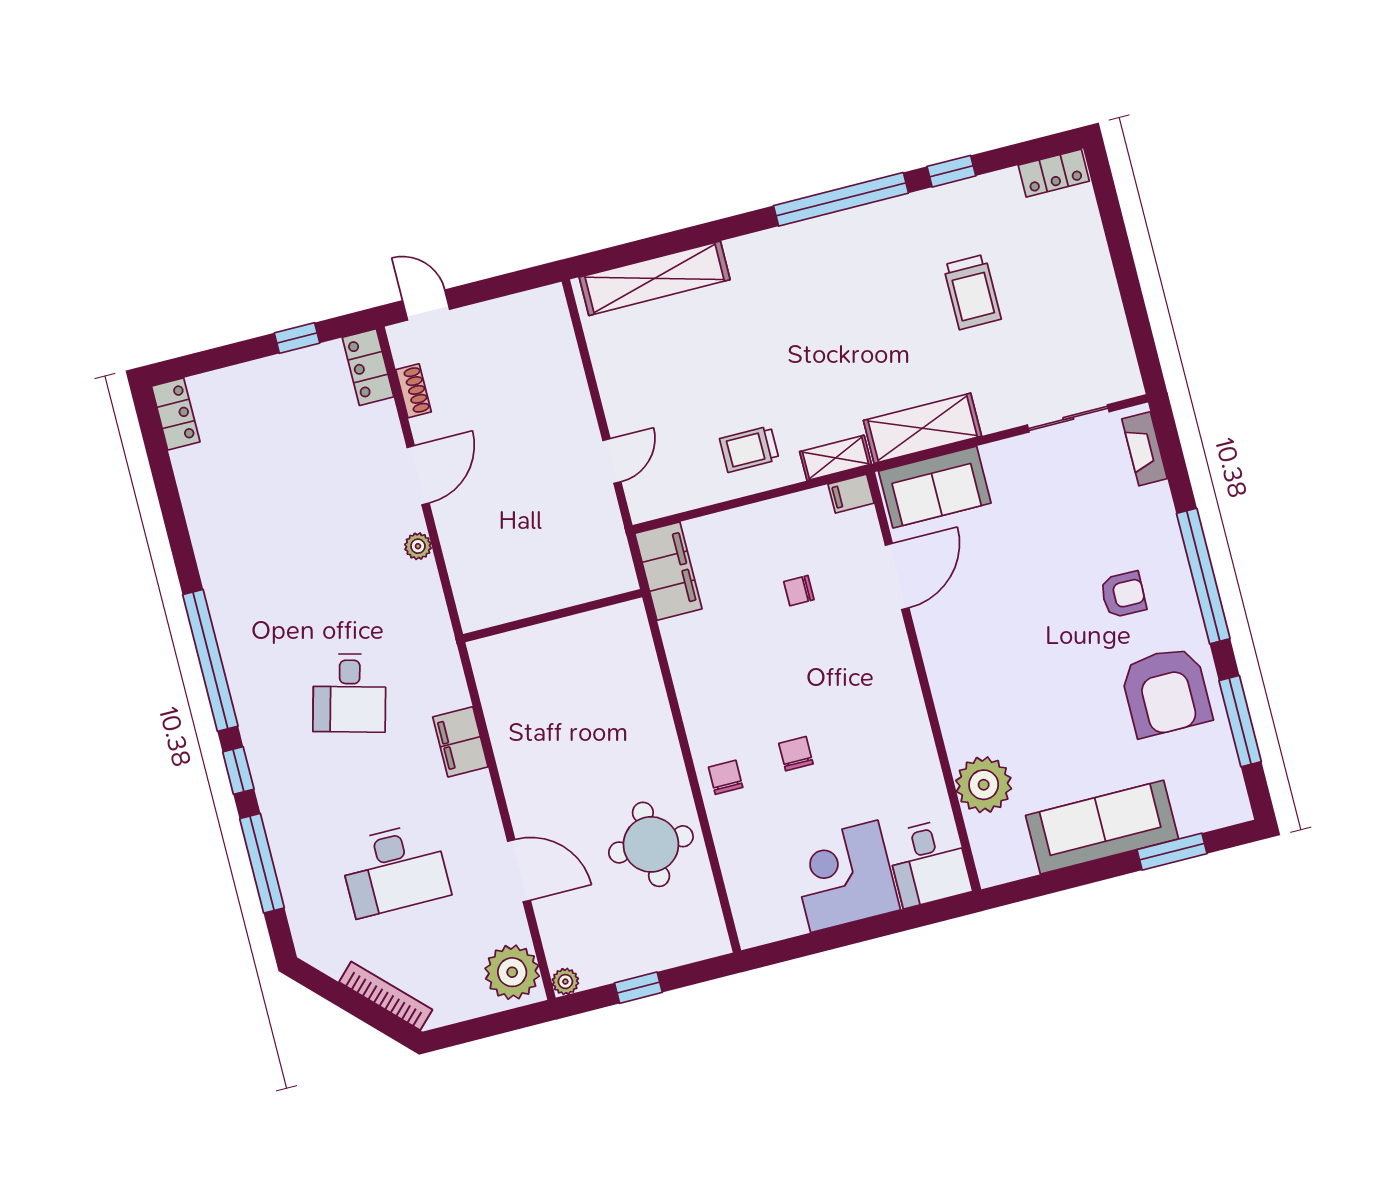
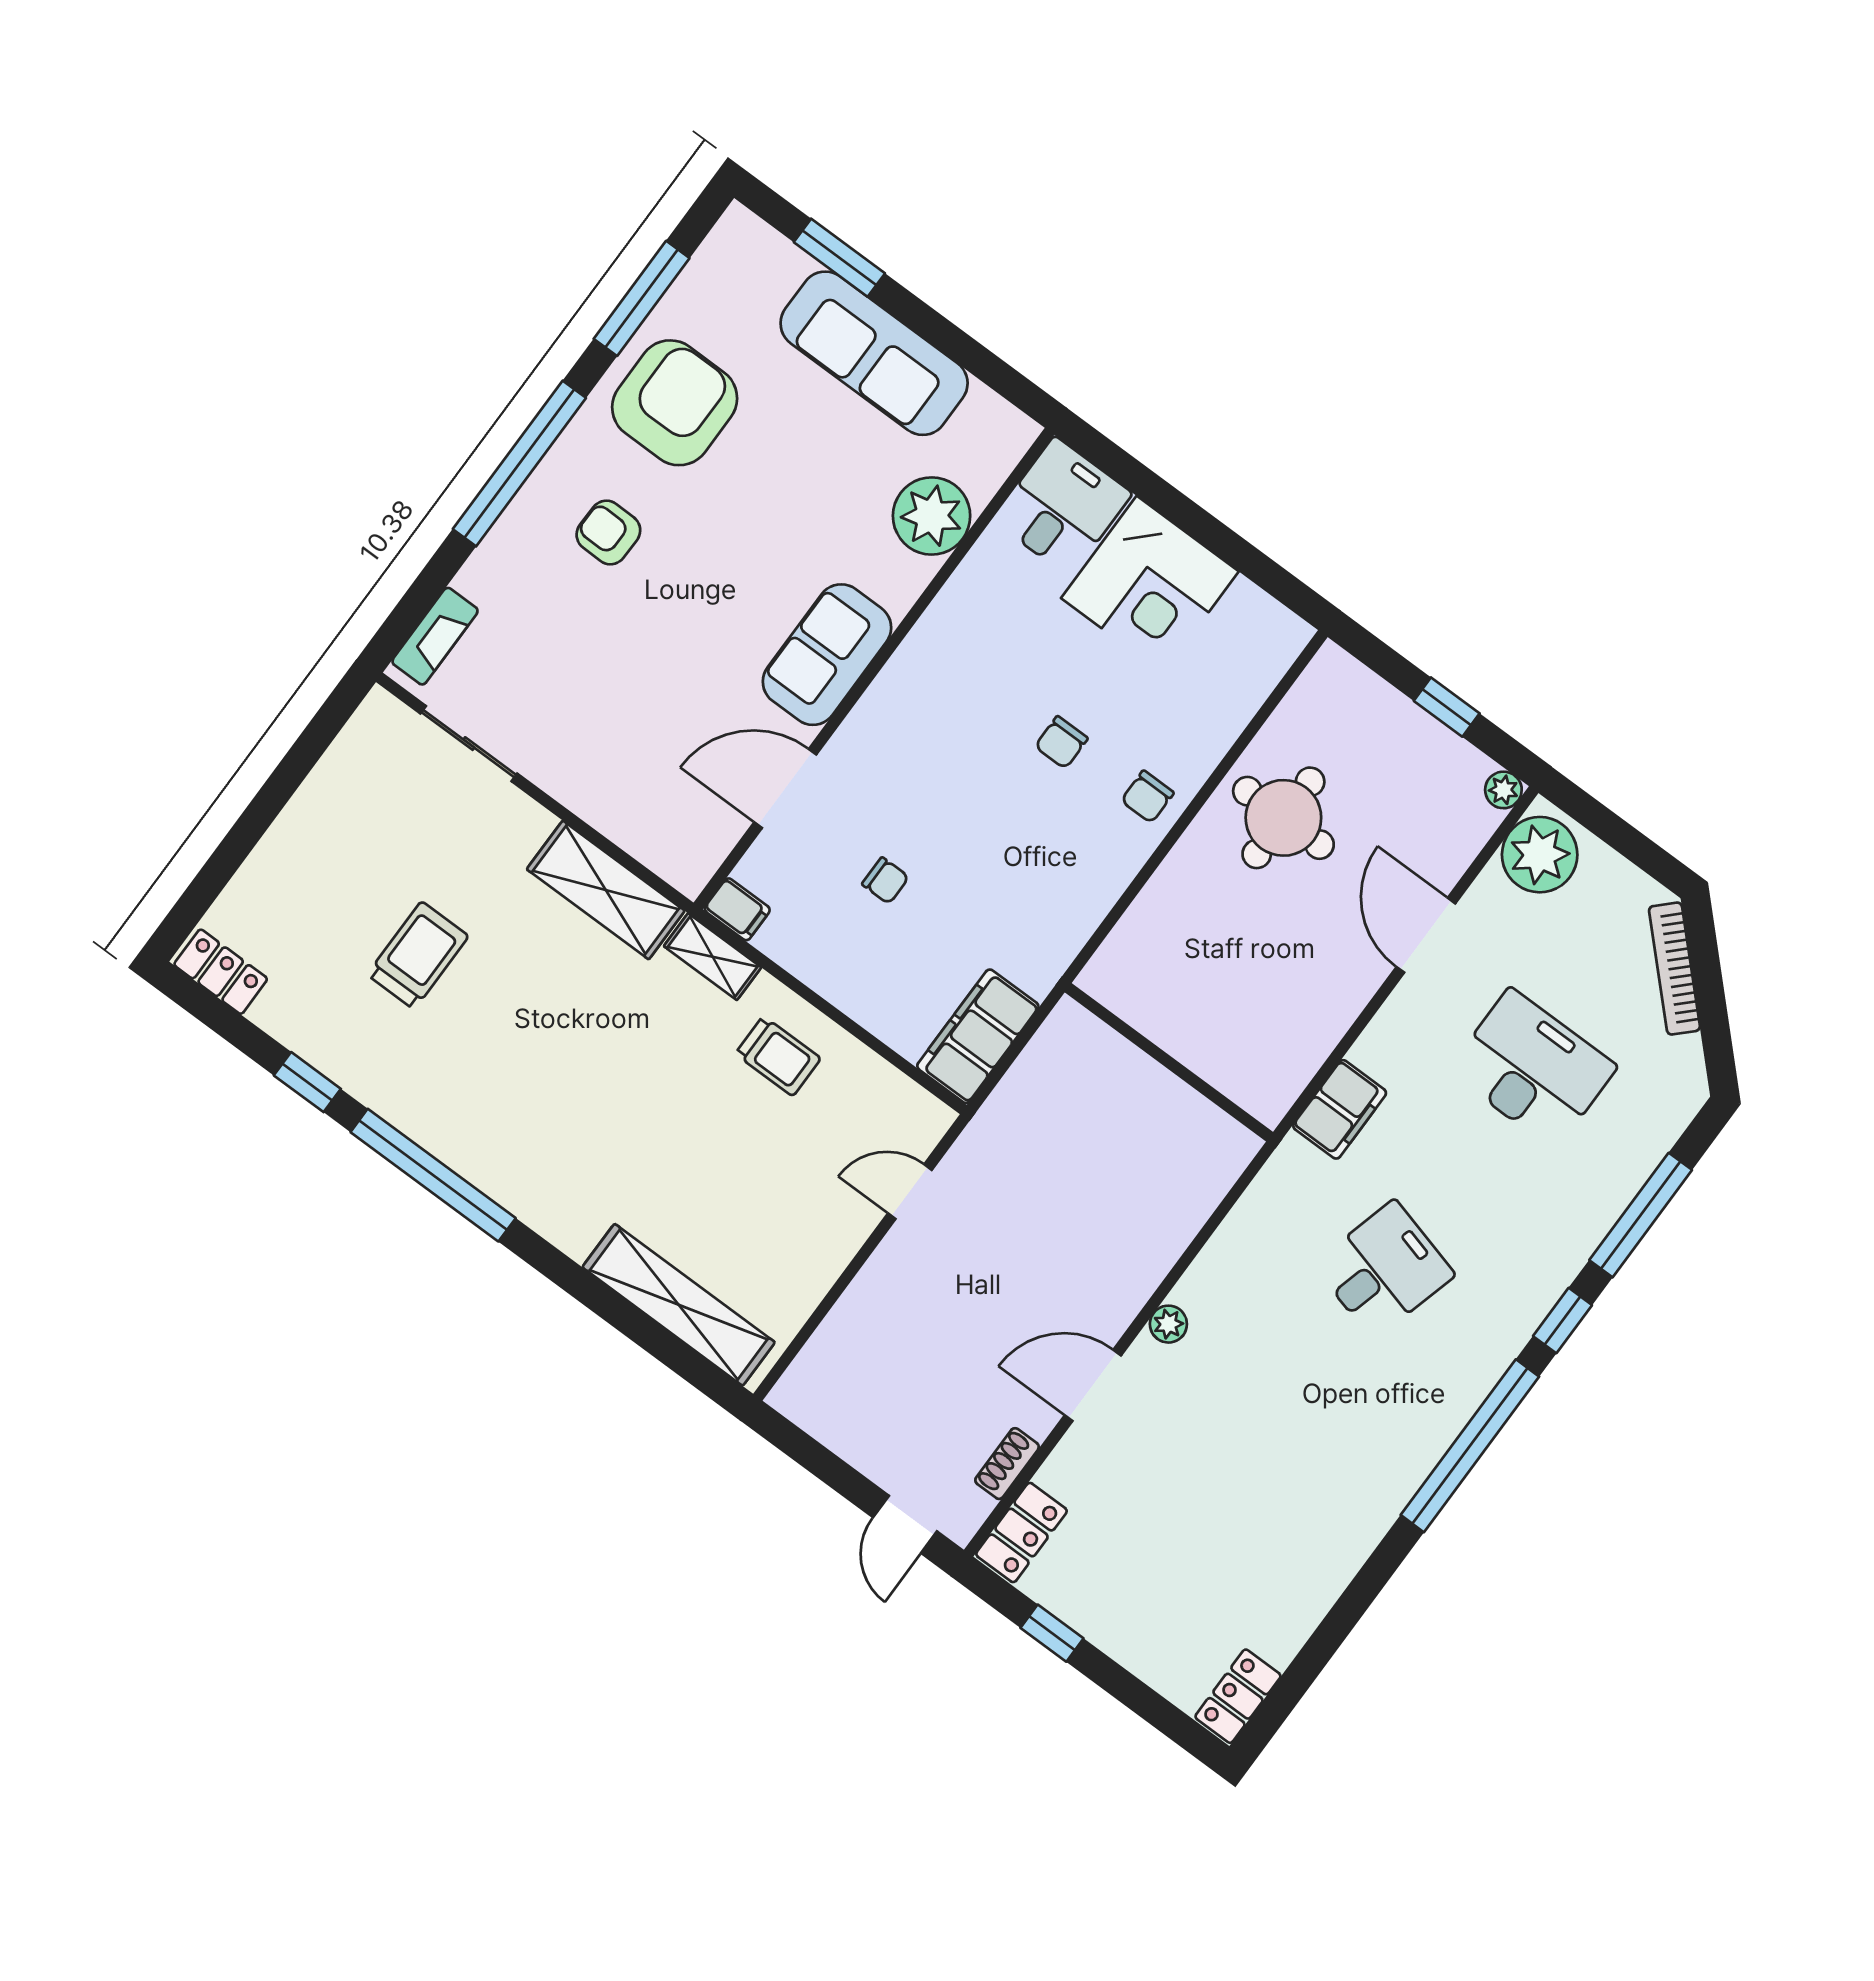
sofa: (935, 487) -> (827, 655), moved, turned -90
wall: (553, 616) -> (1169, 1062), moved

